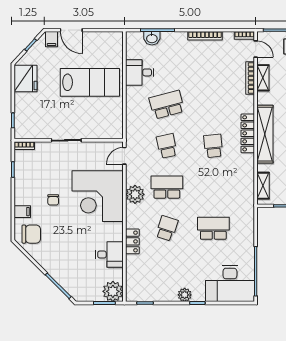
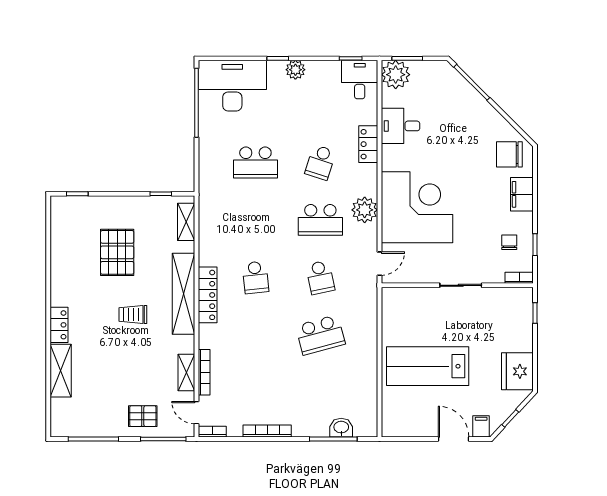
desk: (140, 72) -> (360, 80), moved, turned -90
chair: (53, 200) -> (509, 242), moved
filing cabinet: (22, 212) -> (522, 194), width x2.00

